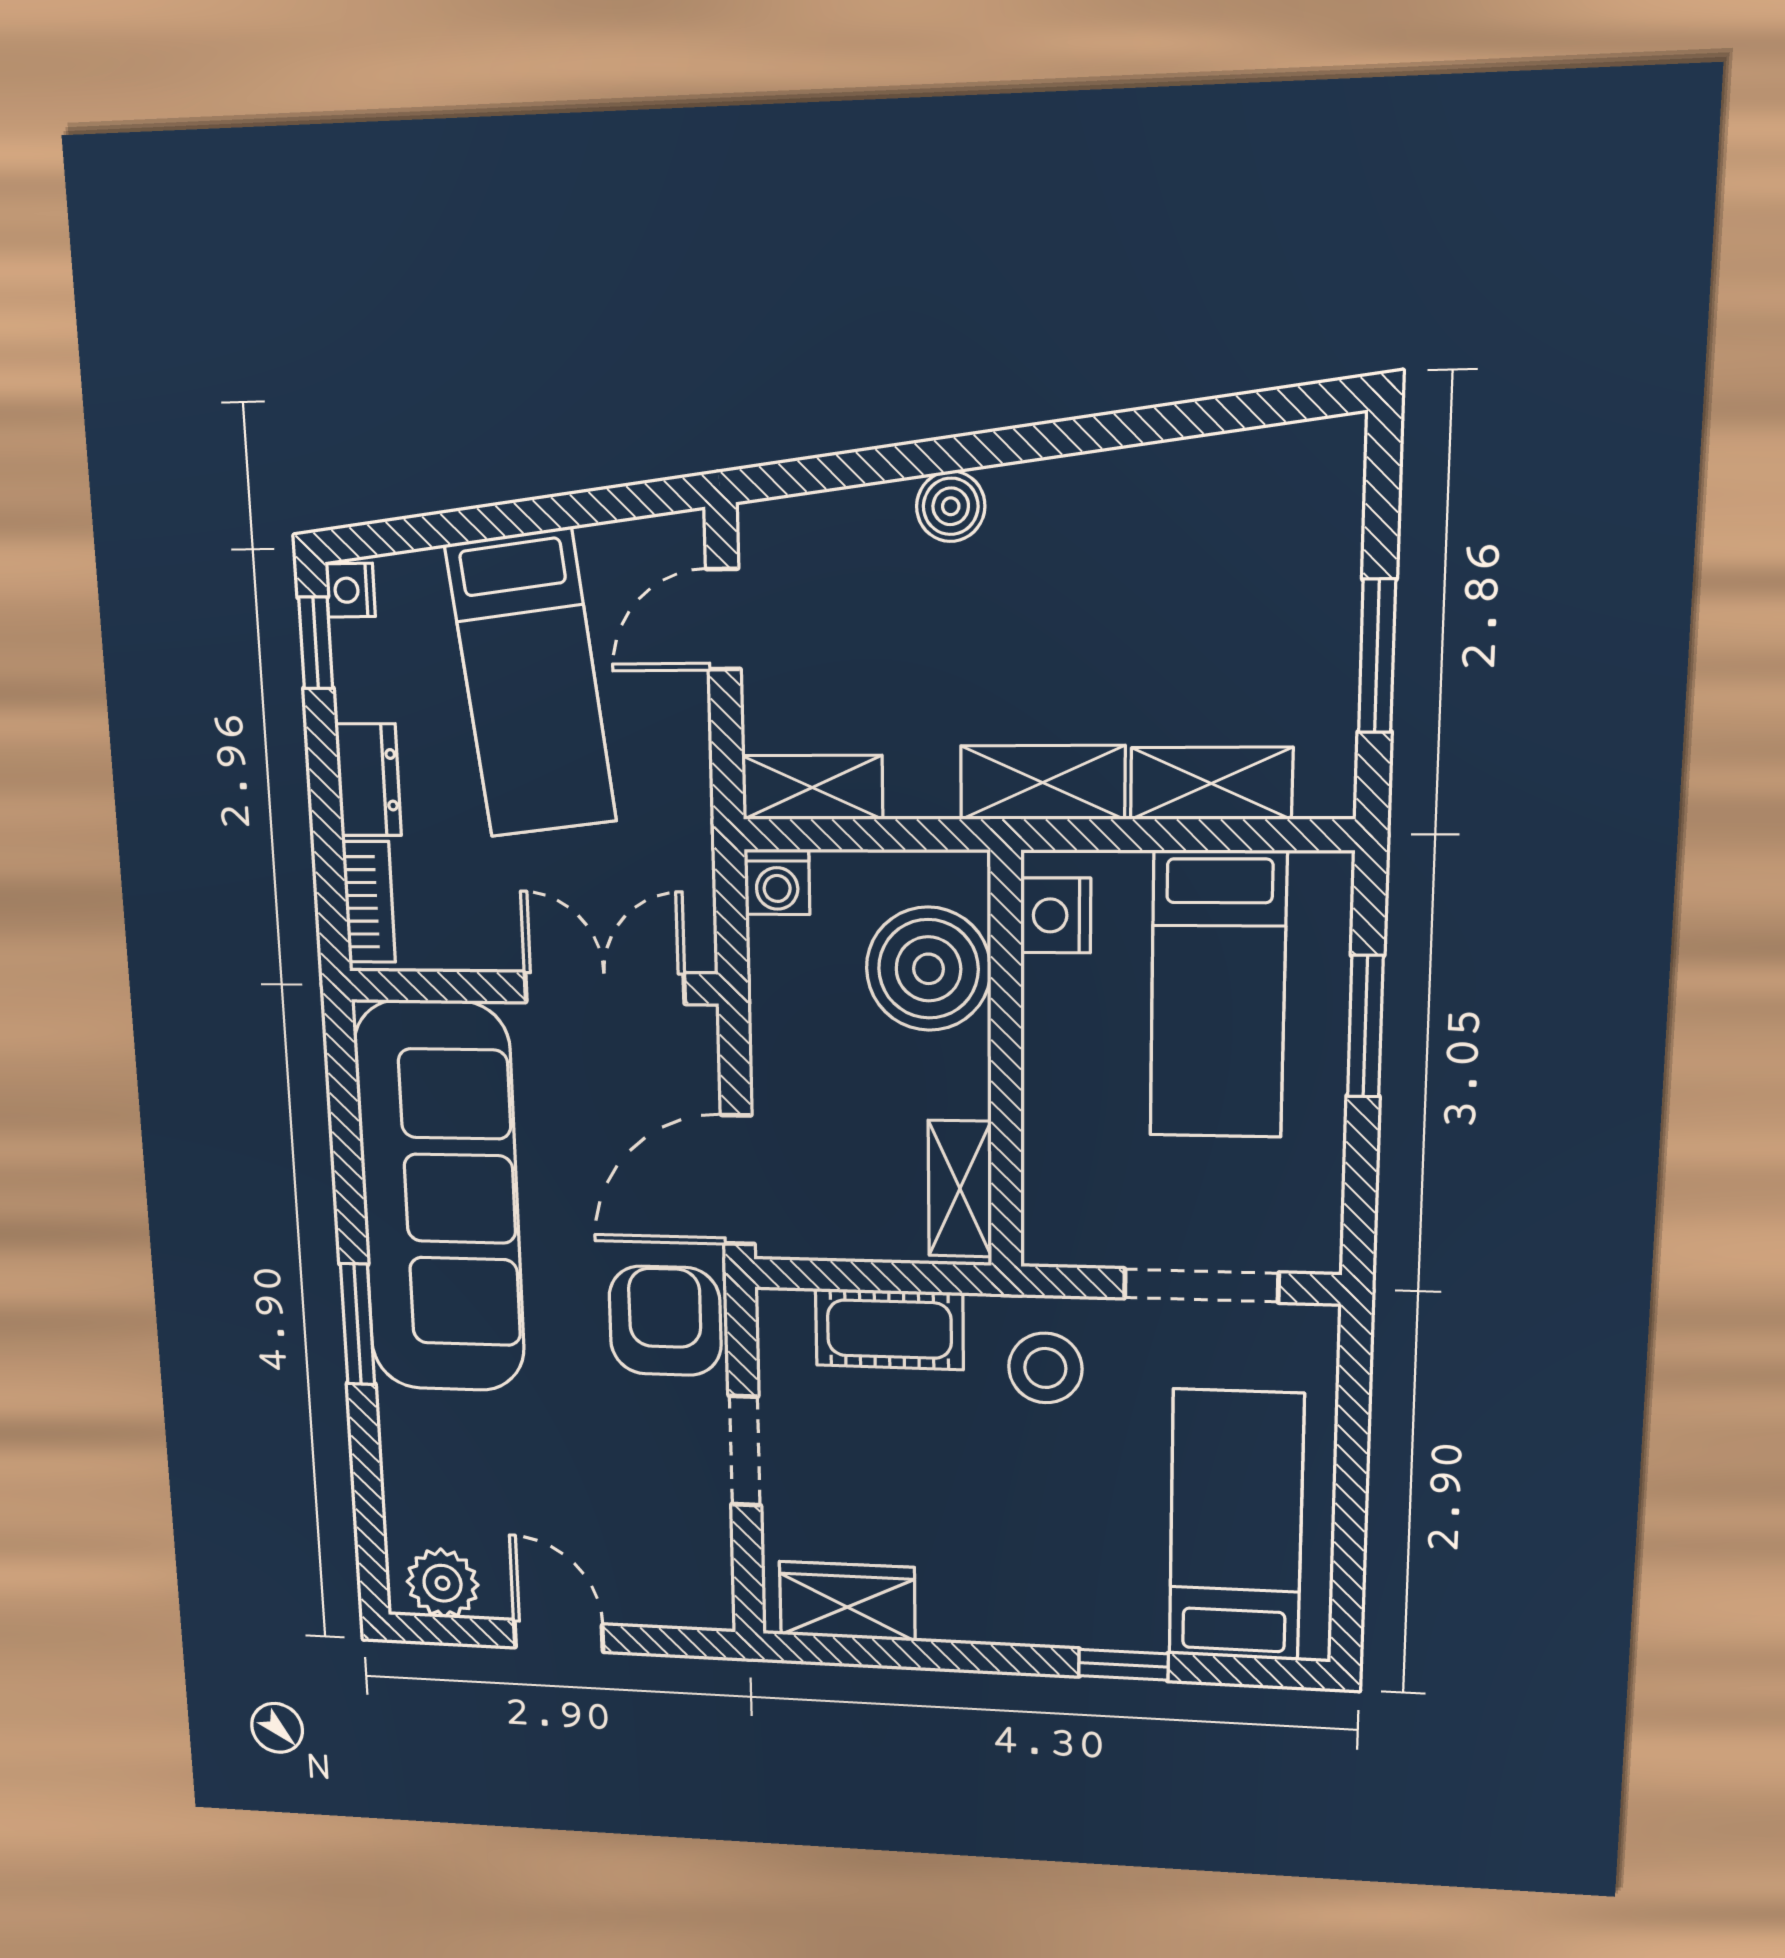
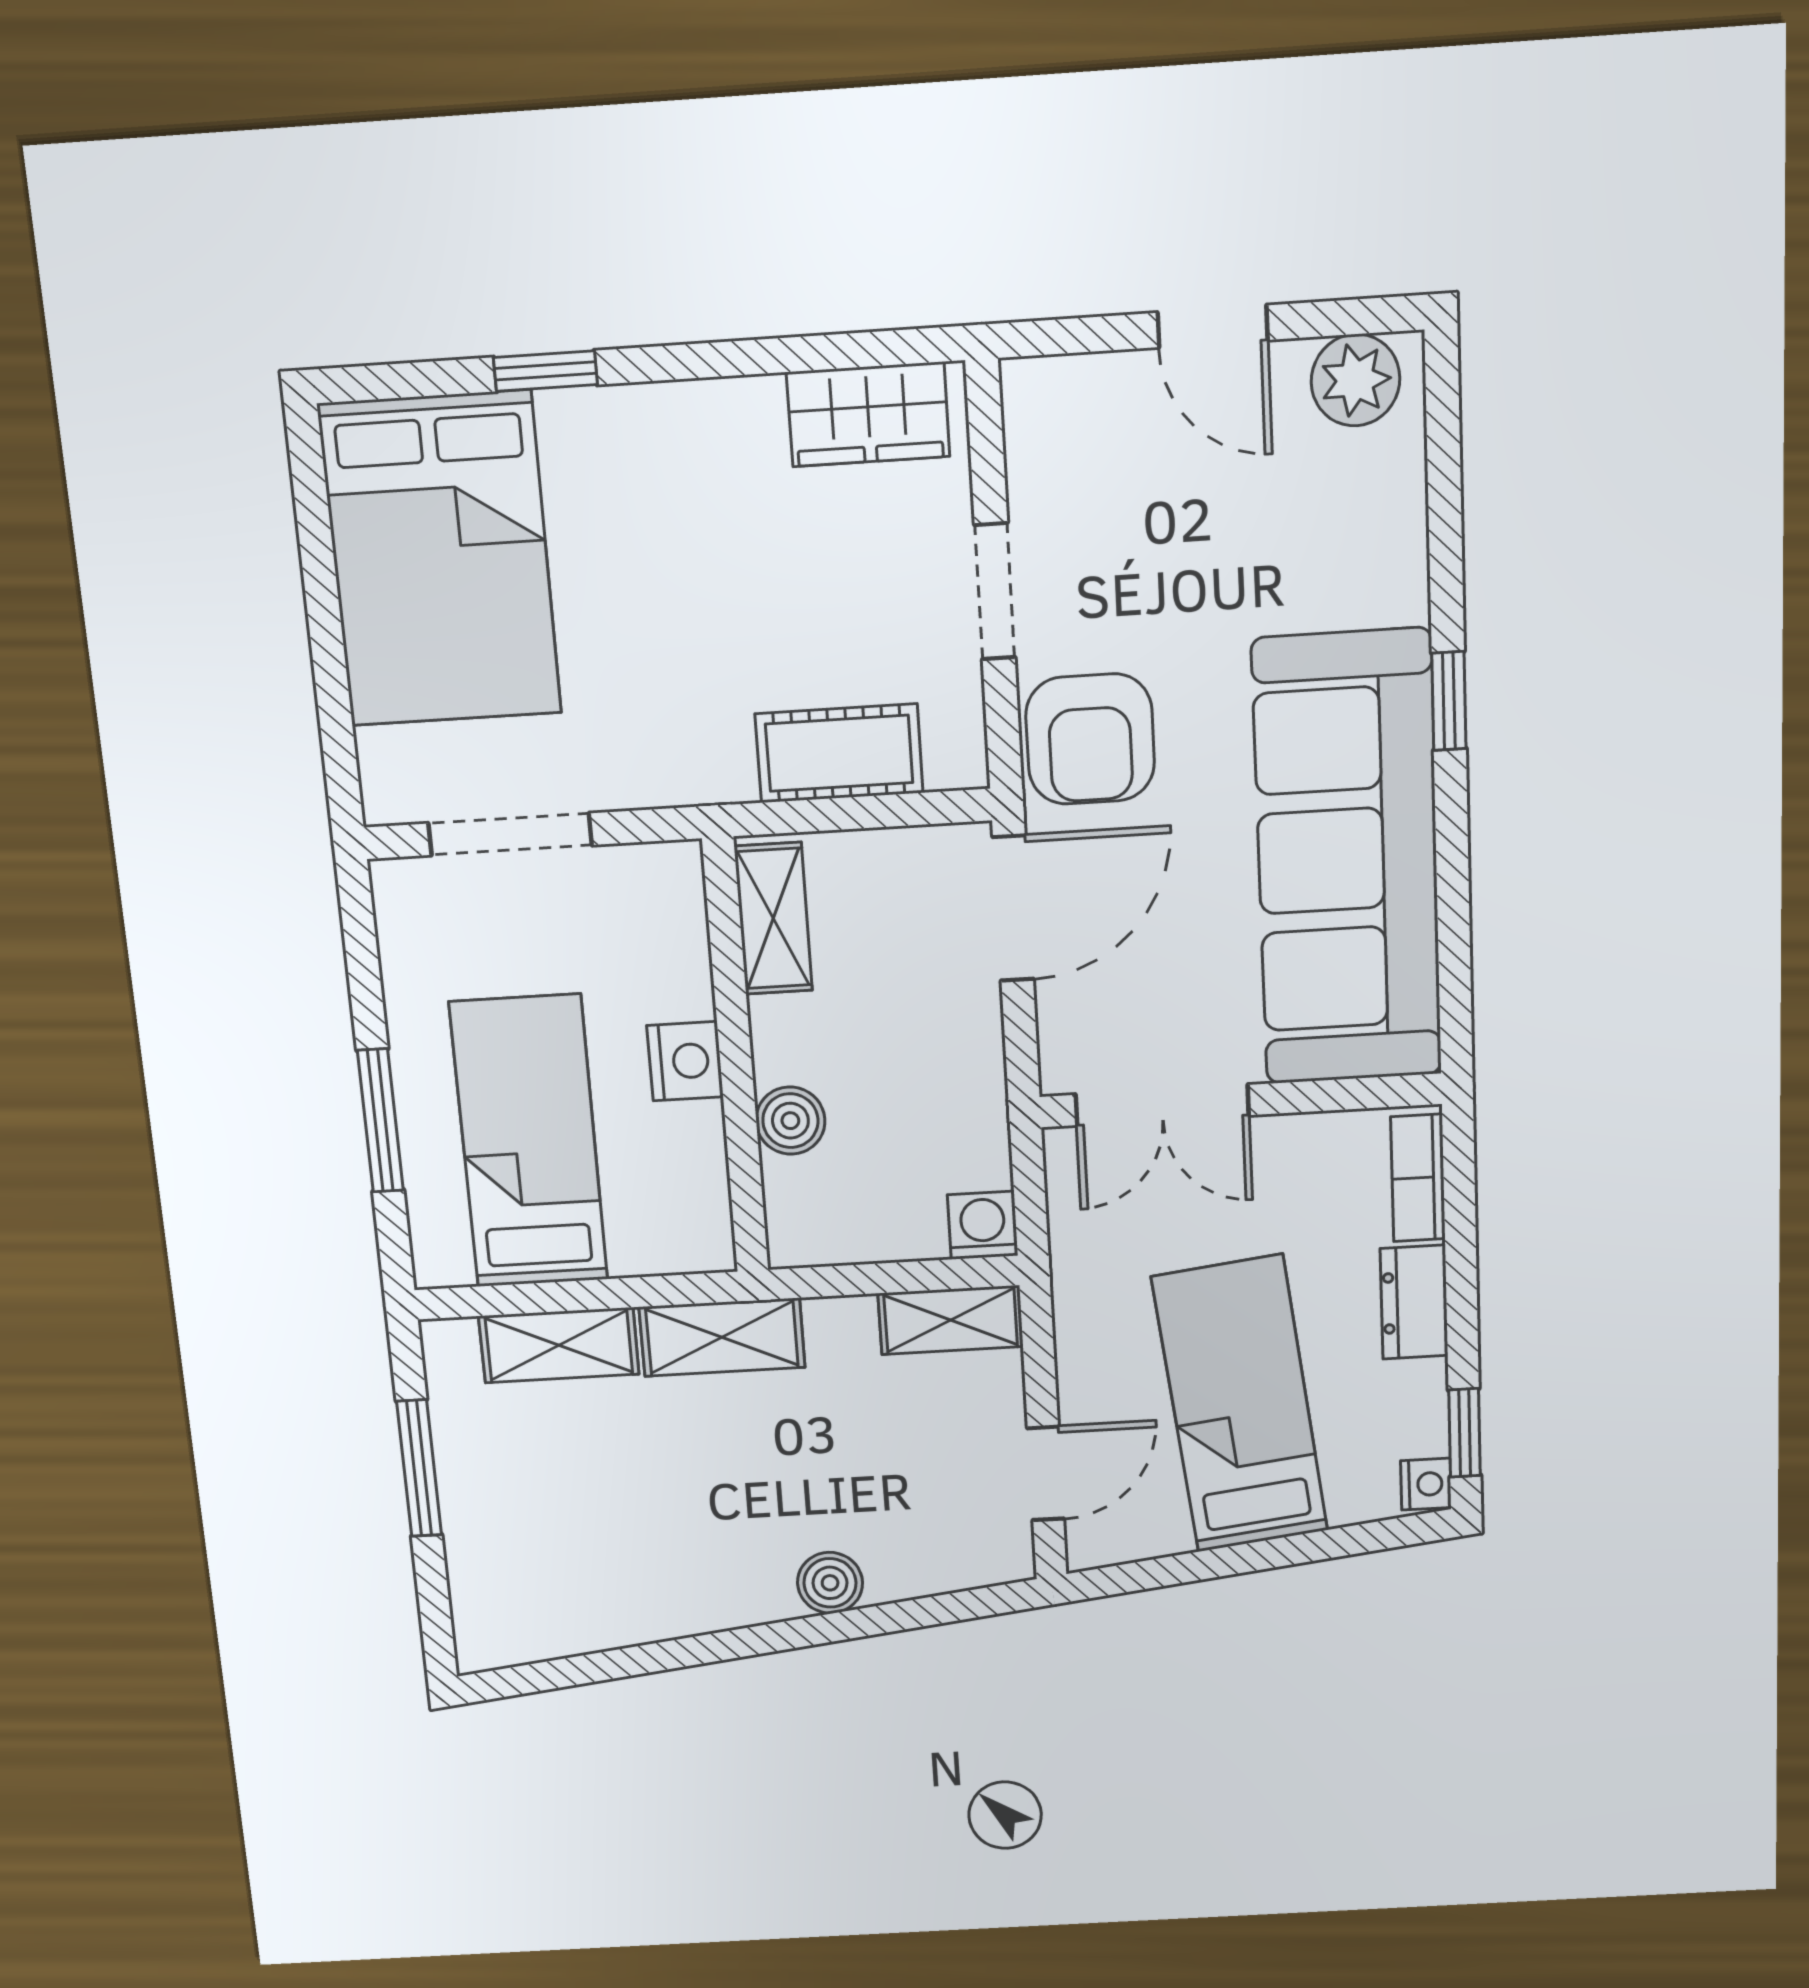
nightstand: (1056, 915) -> (685, 1061), moved
boiler: (928, 969) -> (790, 1121), width x0.54, depth x0.54
window: (358, 1324) -> (1449, 701), width x0.67
stool: (1045, 1368) -> (666, 725), removed
bed: (1236, 1526) -> (441, 560), width x1.50

